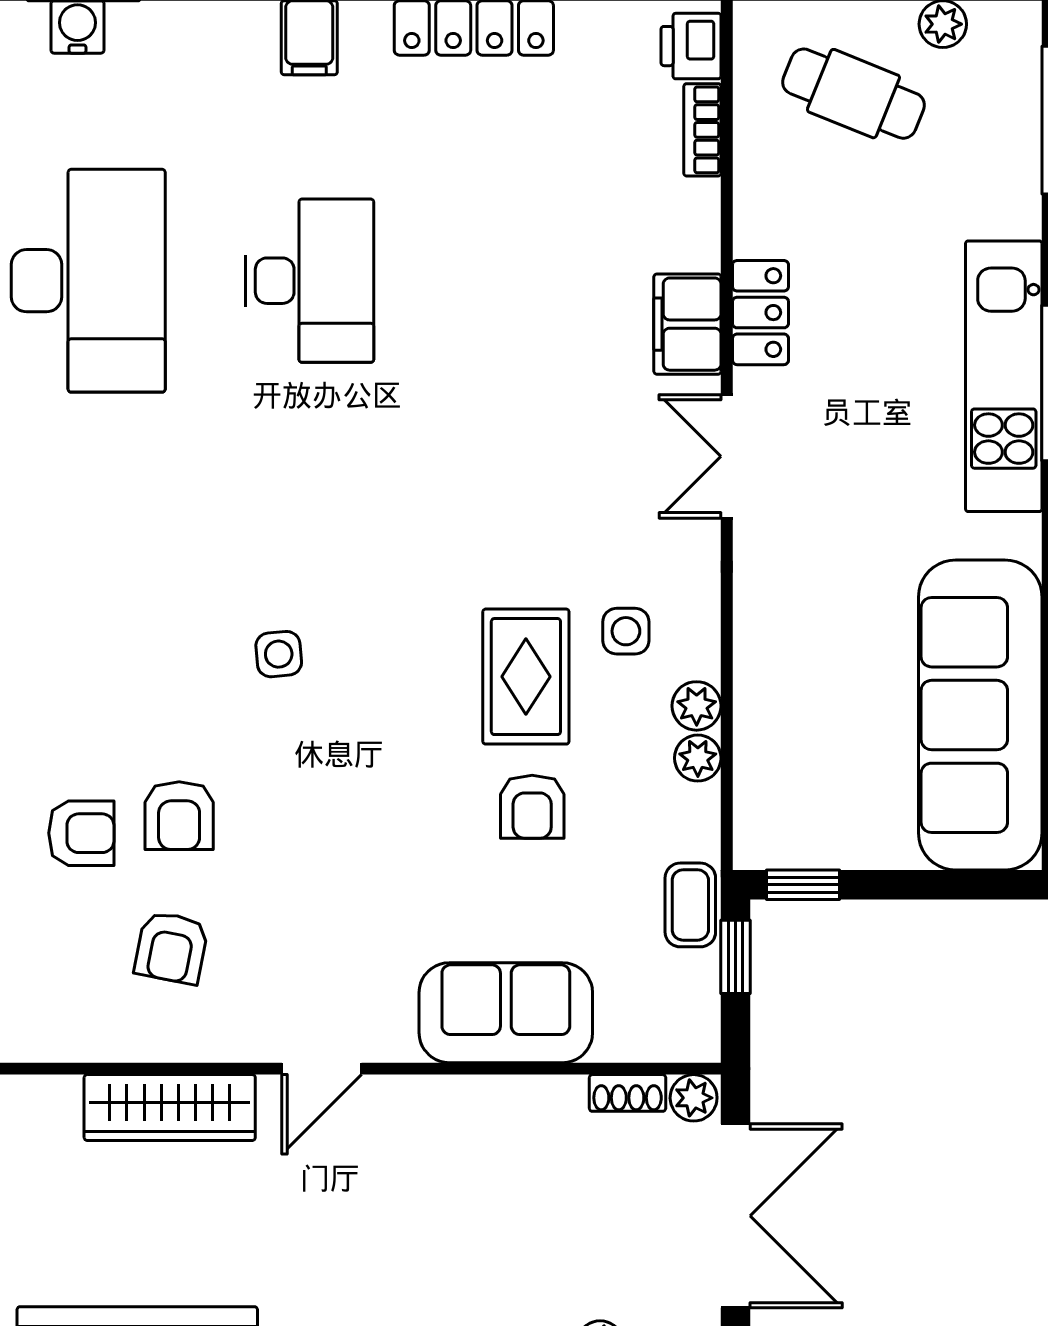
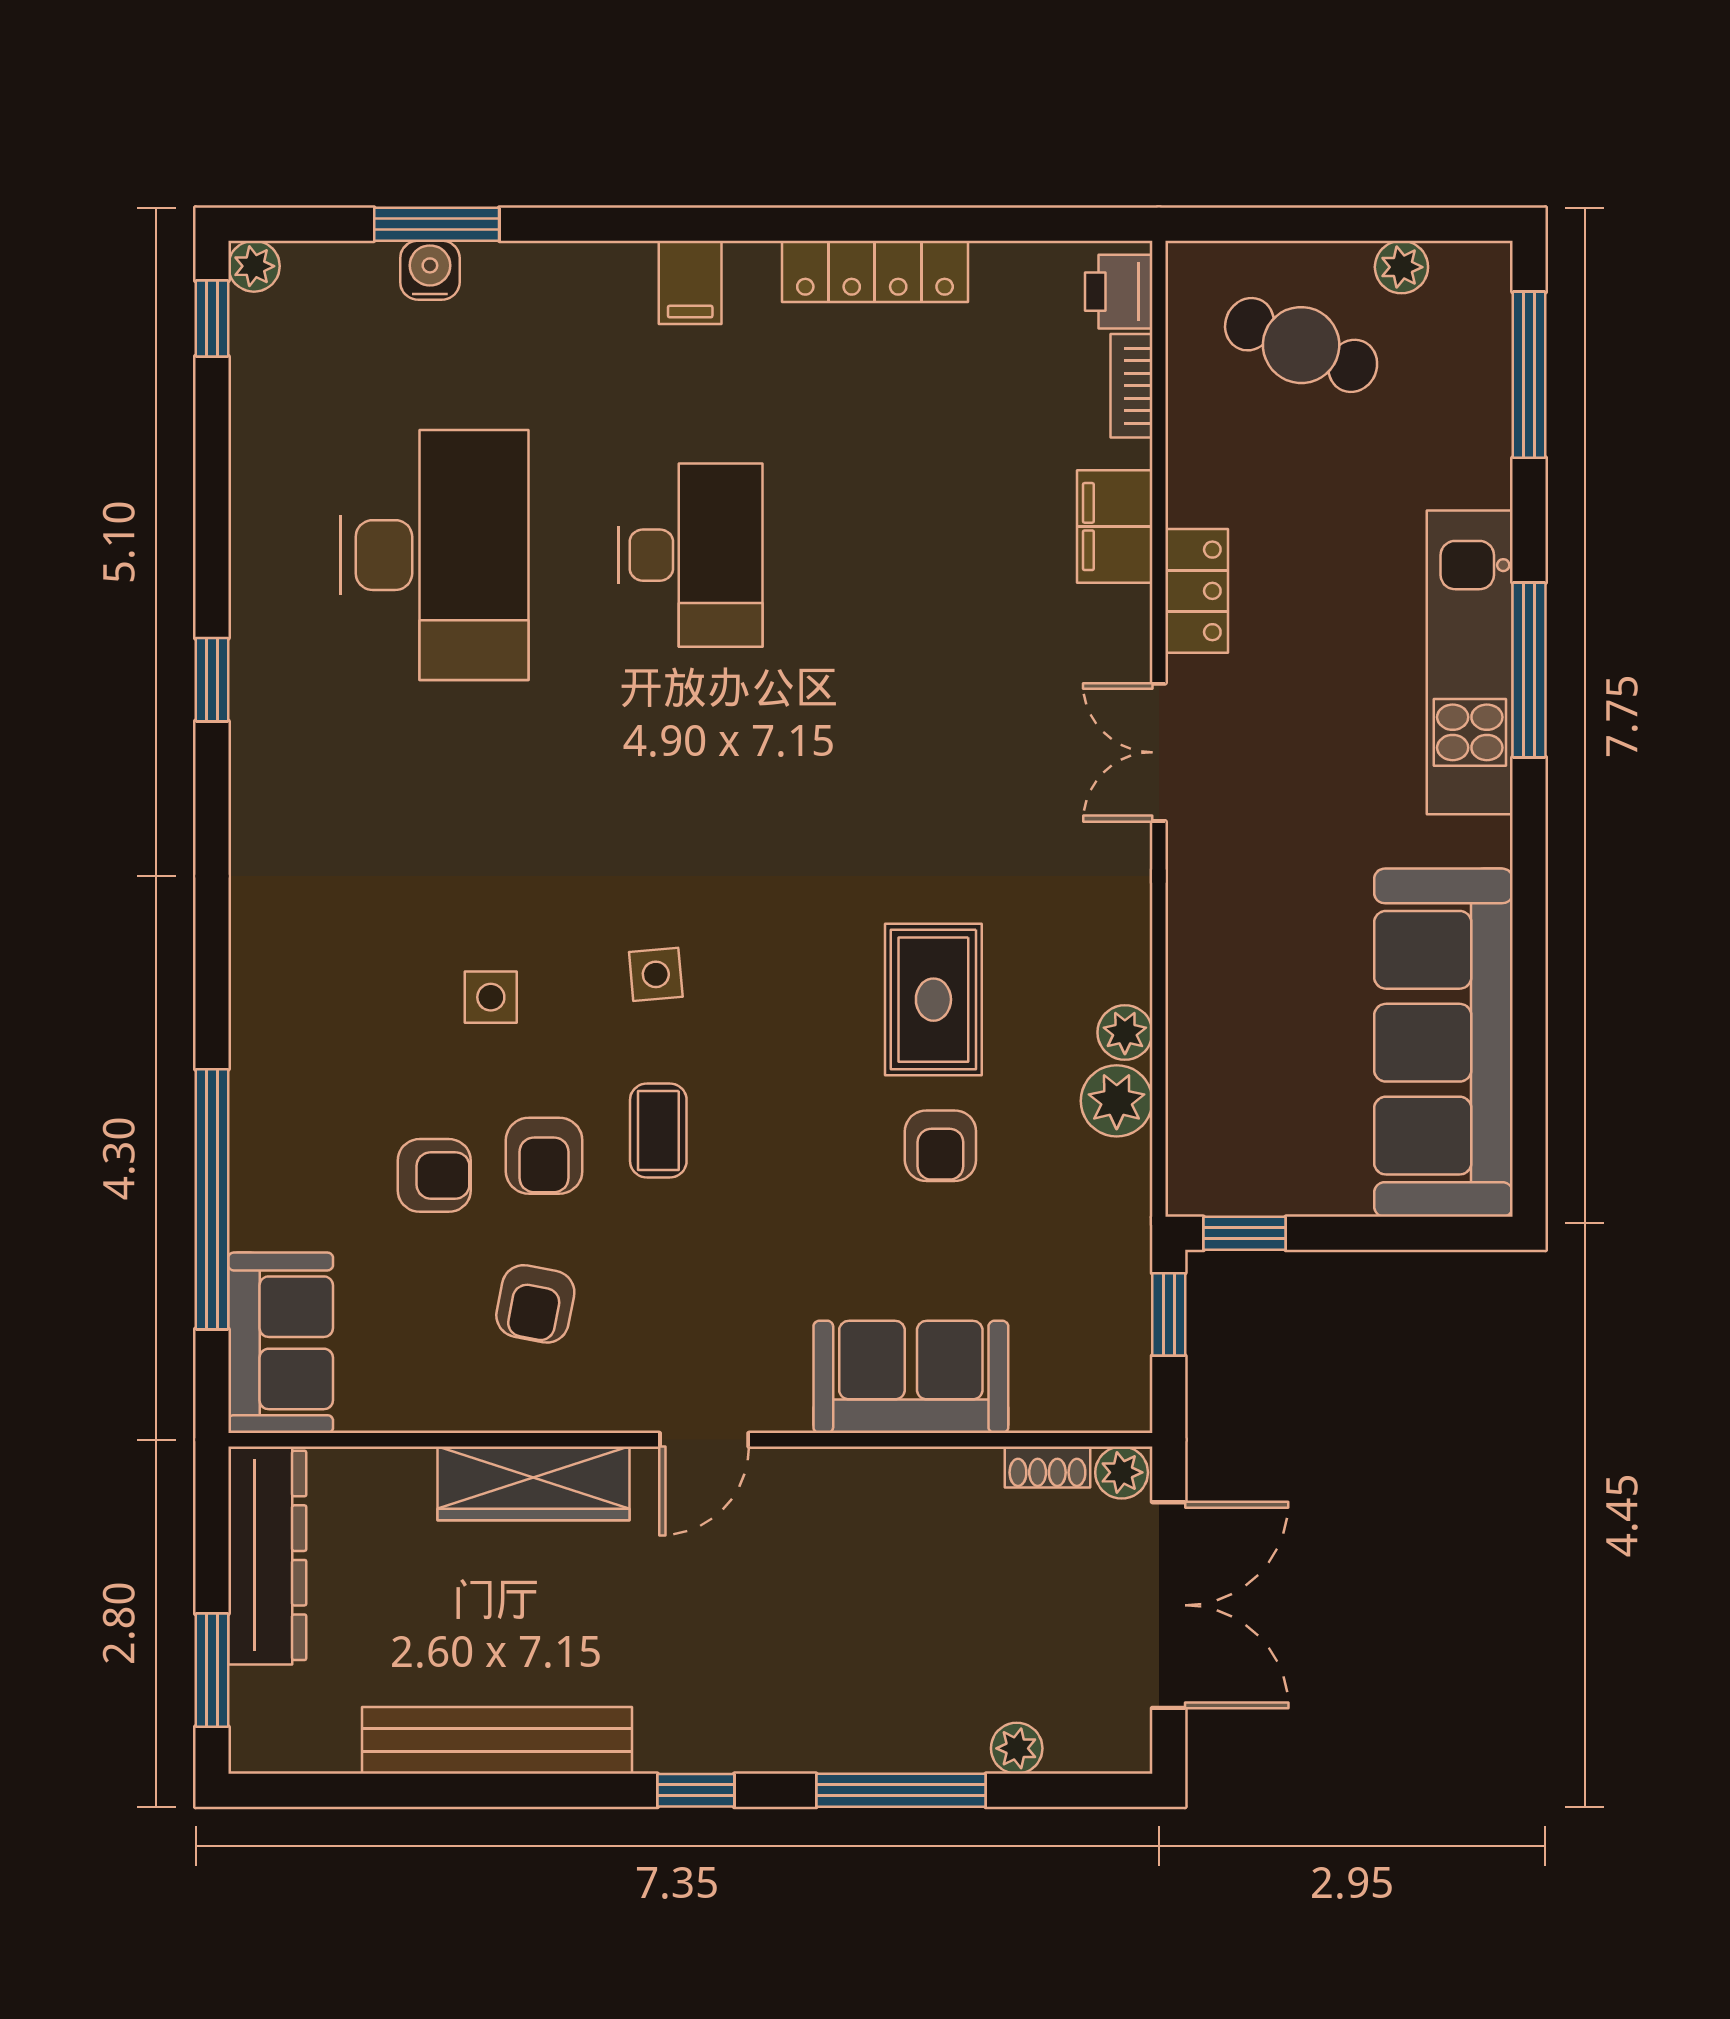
filing cabinet: (687, 324) -> (1115, 527), moved
side table: (626, 631) -> (491, 997), moved
plant: (698, 758) -> (1117, 1101), width x1.38, depth x1.38
coffee table: (690, 905) -> (658, 1130), moved

